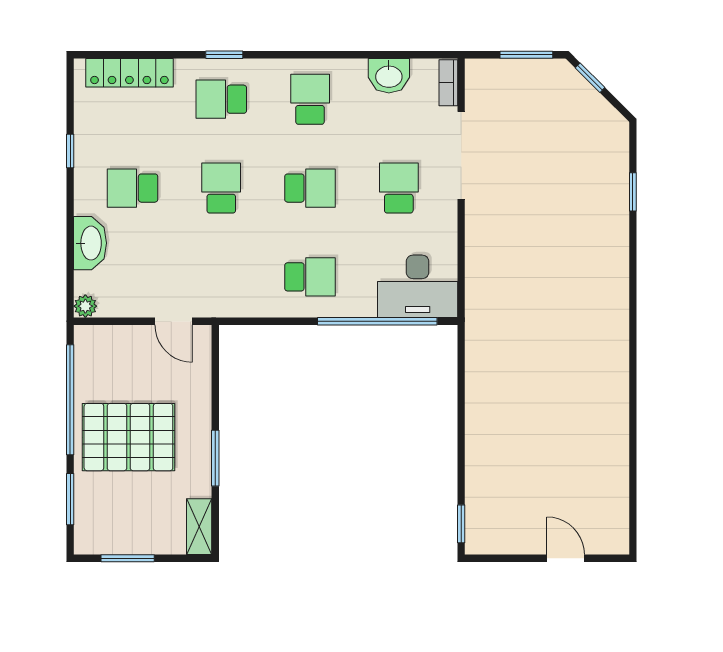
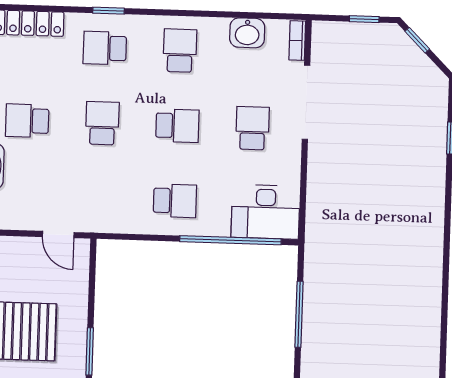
window: (526, 55) -> (364, 19), width x0.67
window: (461, 406) -> (299, 314), added

